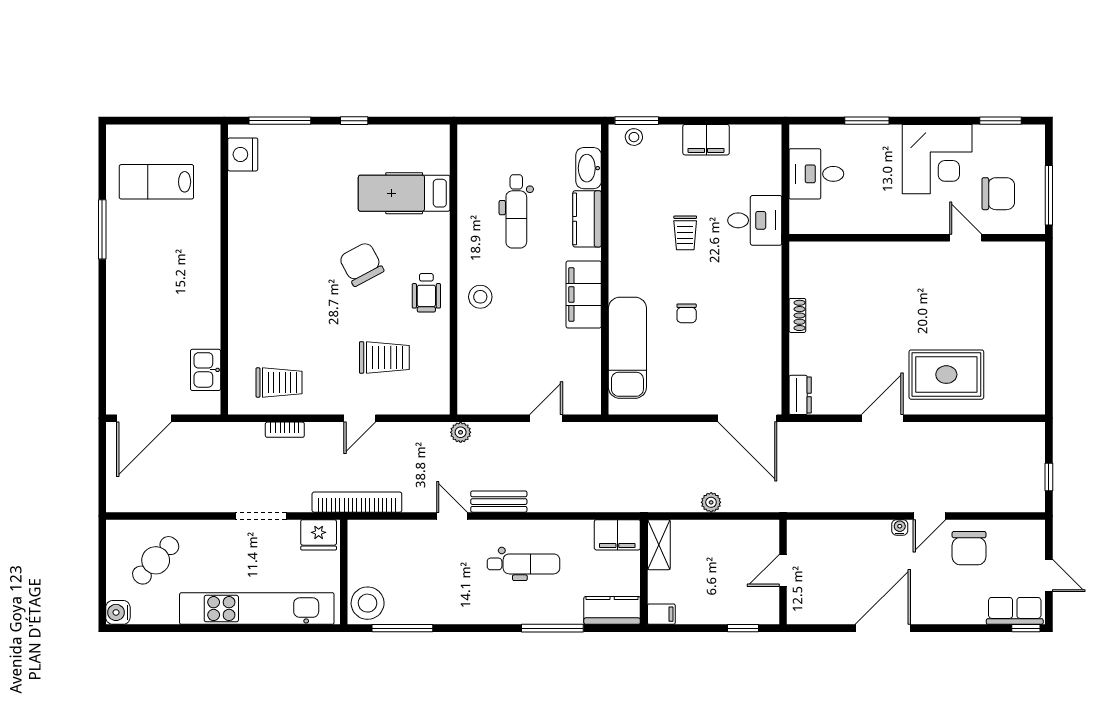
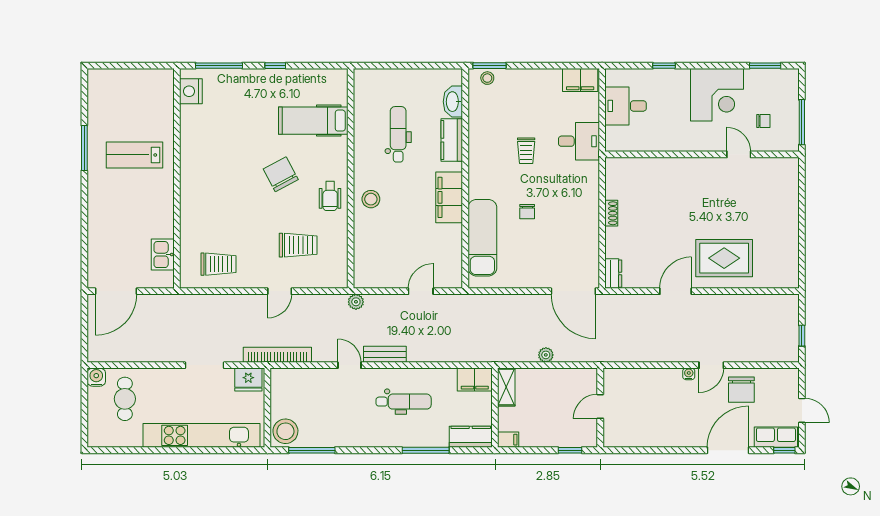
window: (867, 121) -> (664, 66), width x0.67
filing cabinet: (706, 140) -> (580, 80), moved
lab bench: (156, 182) -> (134, 155), moved
chair: (998, 194) -> (763, 121), width x0.54, depth x0.54
dental chair: (516, 211) -> (398, 134), turned 180
bookcase: (285, 430) -> (223, 300), removed
cafe table: (156, 560) -> (125, 399), turned -43
water cooler: (118, 612) -> (96, 377), moved, turned 90
door: (883, 628) -> (728, 450), moved

